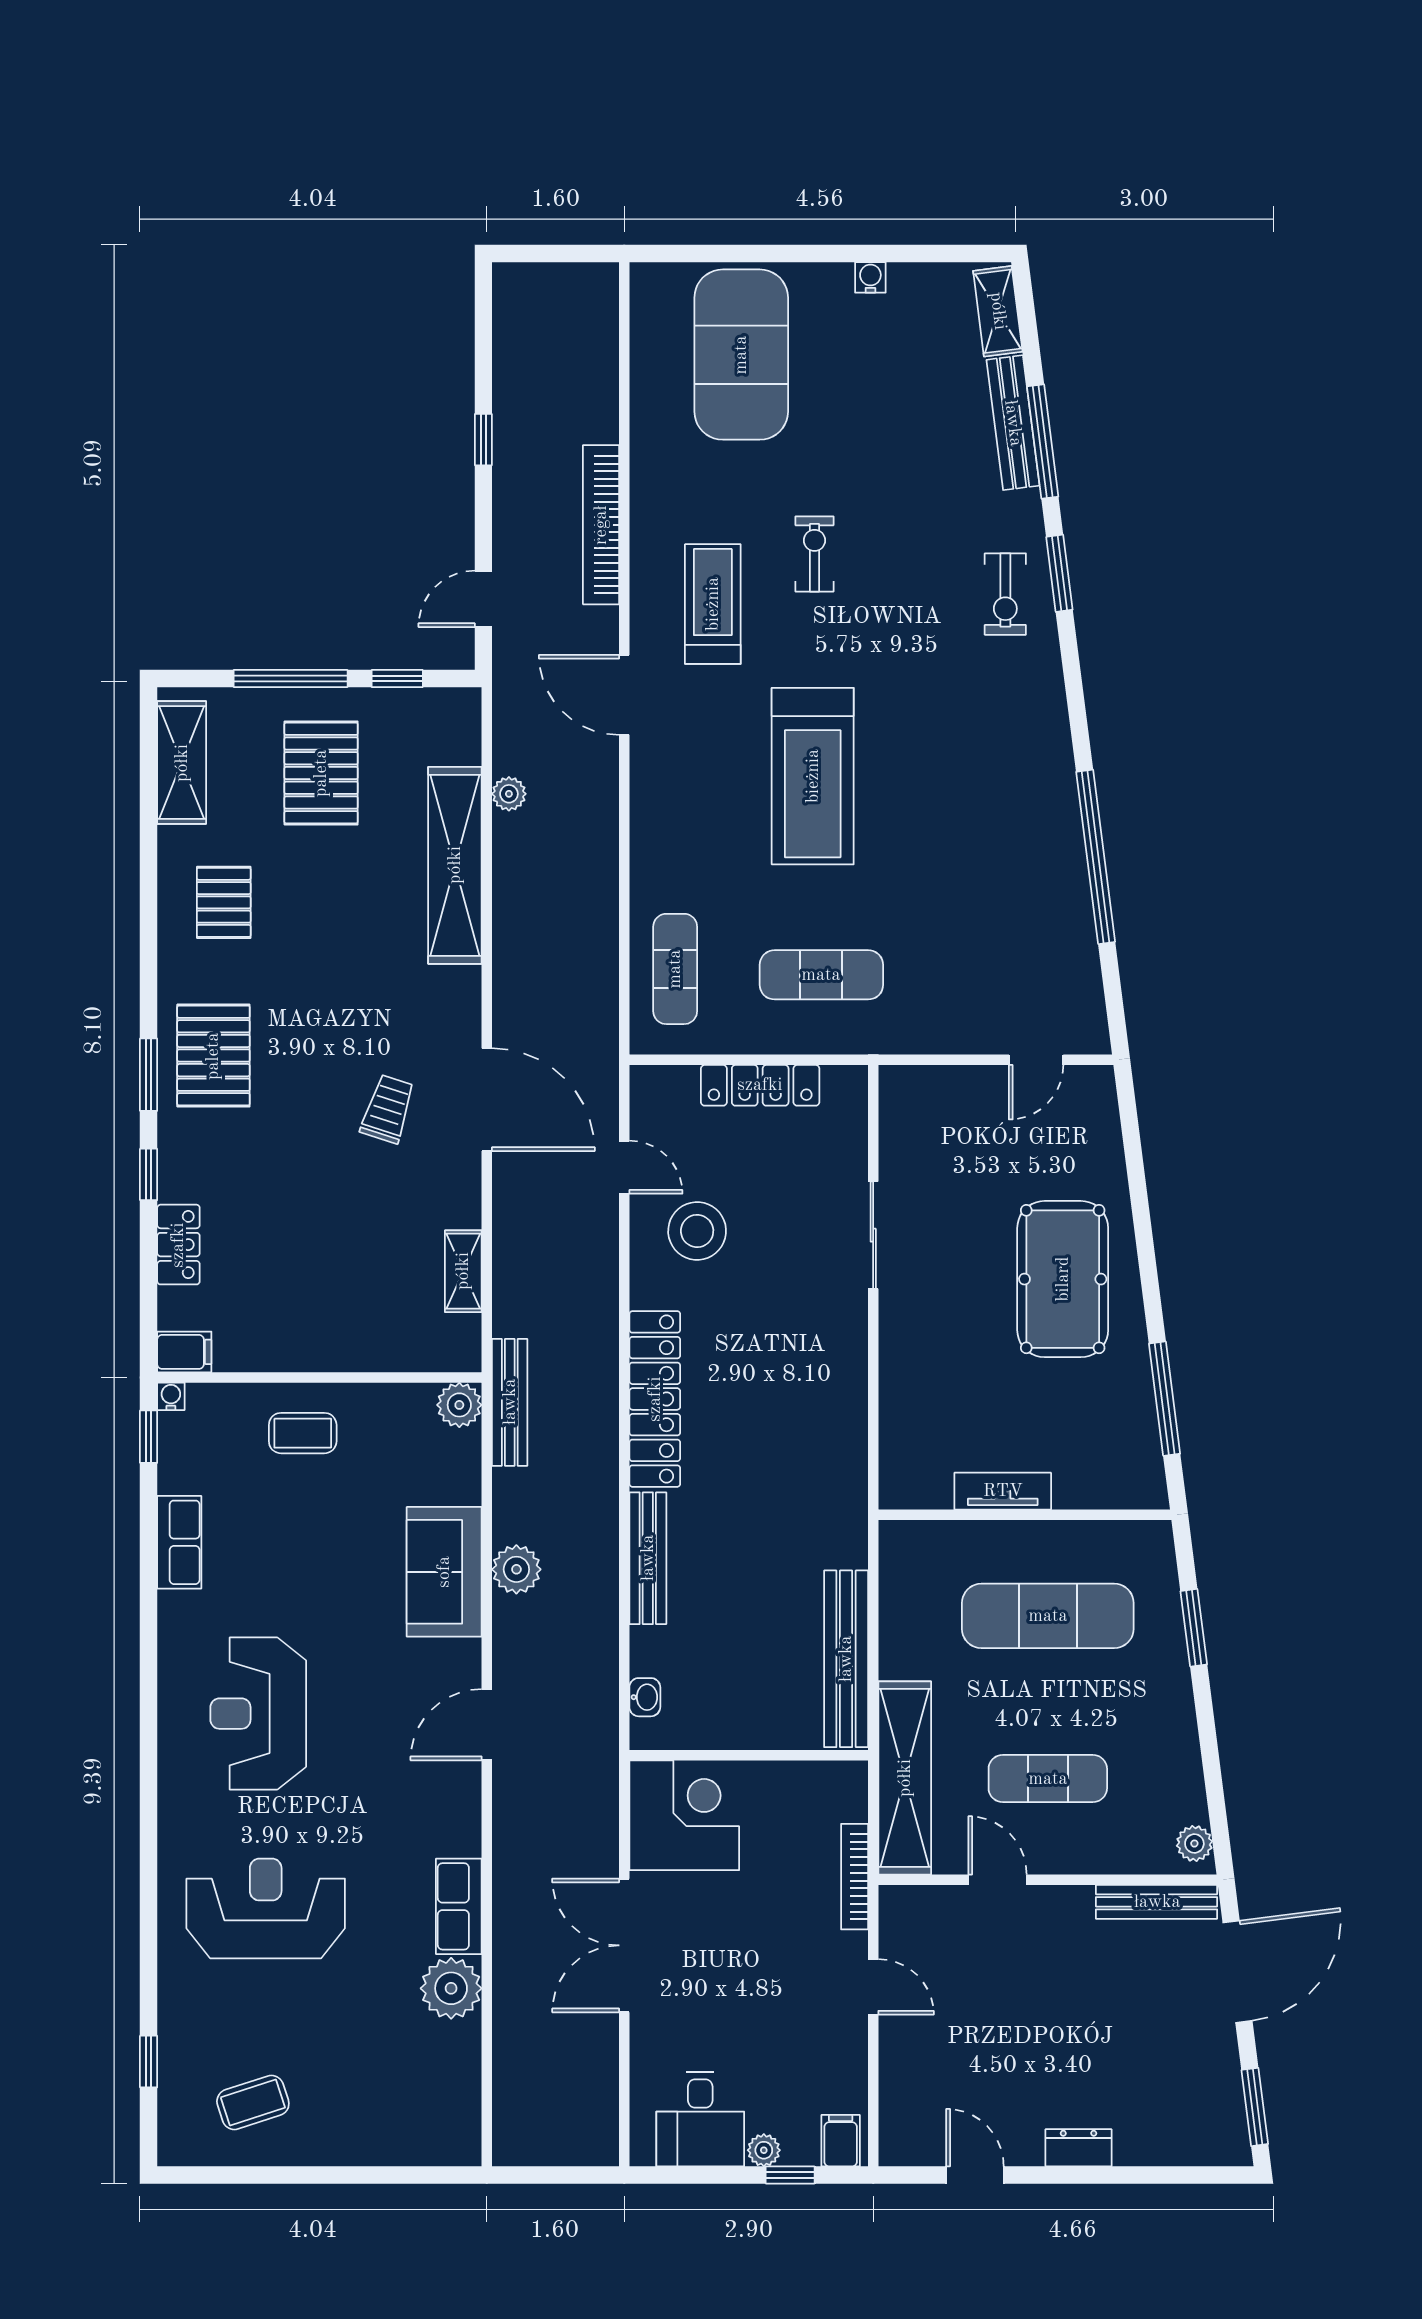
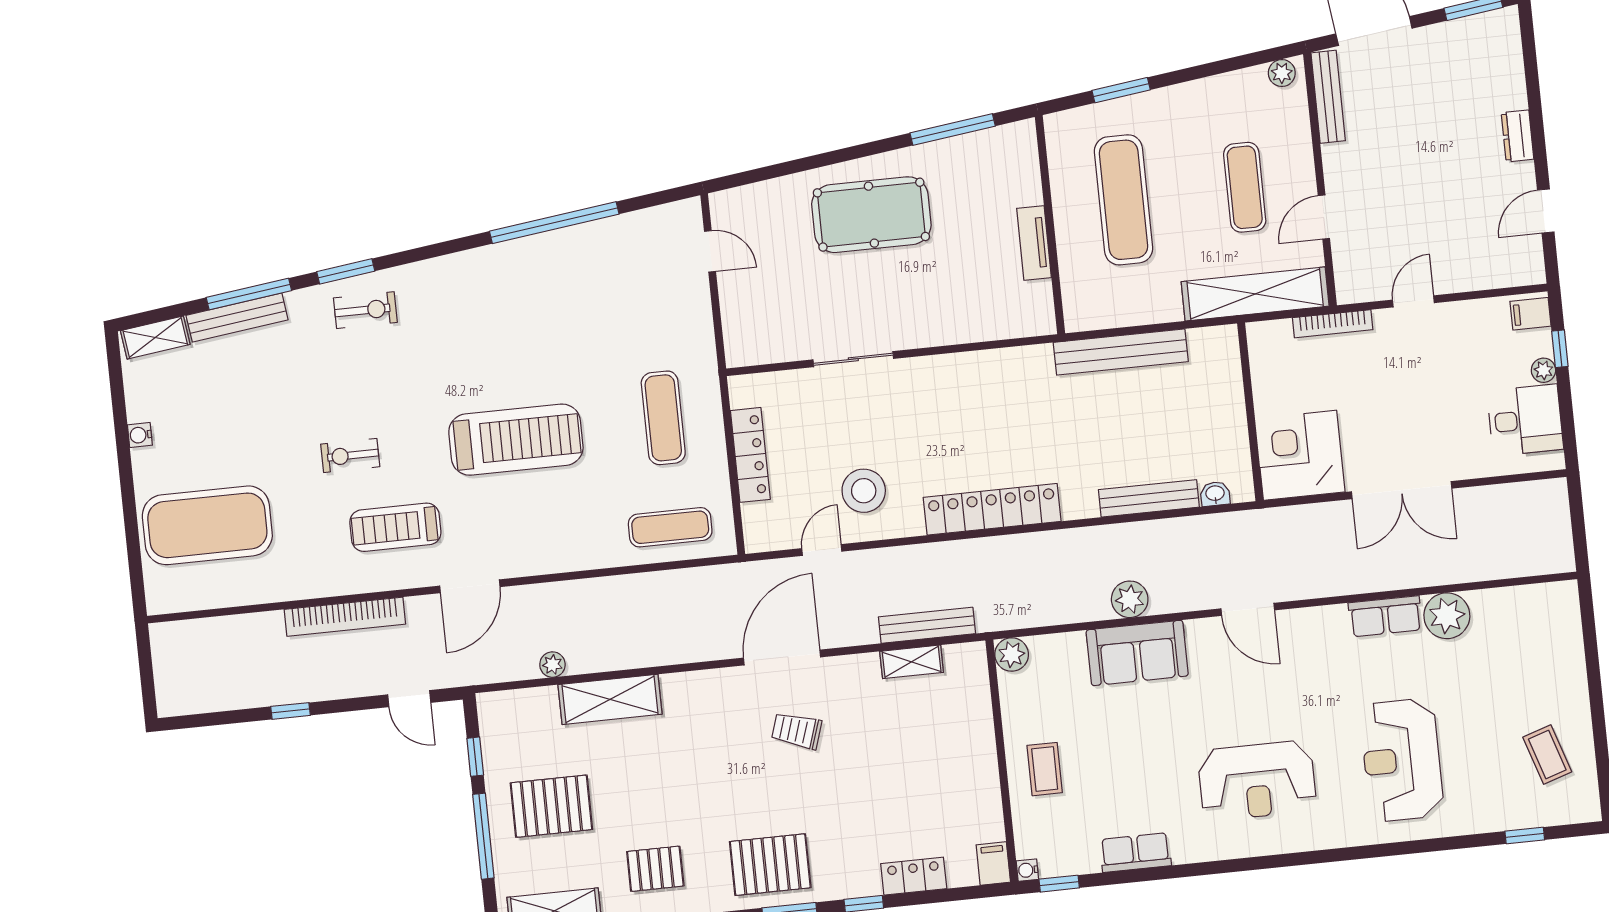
shelving: (455, 865) -> (610, 699), width x0.68
bench: (510, 1402) -> (927, 625), moved
bench: (648, 1558) -> (1149, 498), moved
bench: (846, 1659) -> (1121, 352), moved

